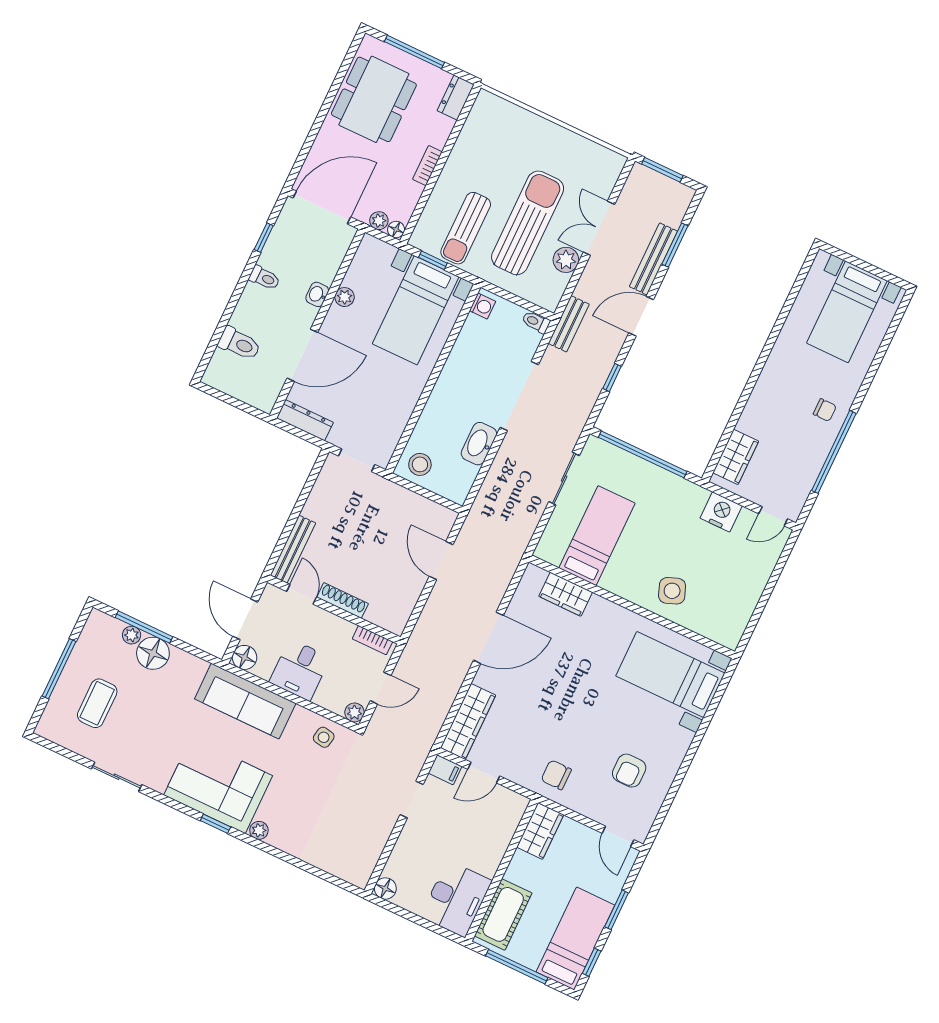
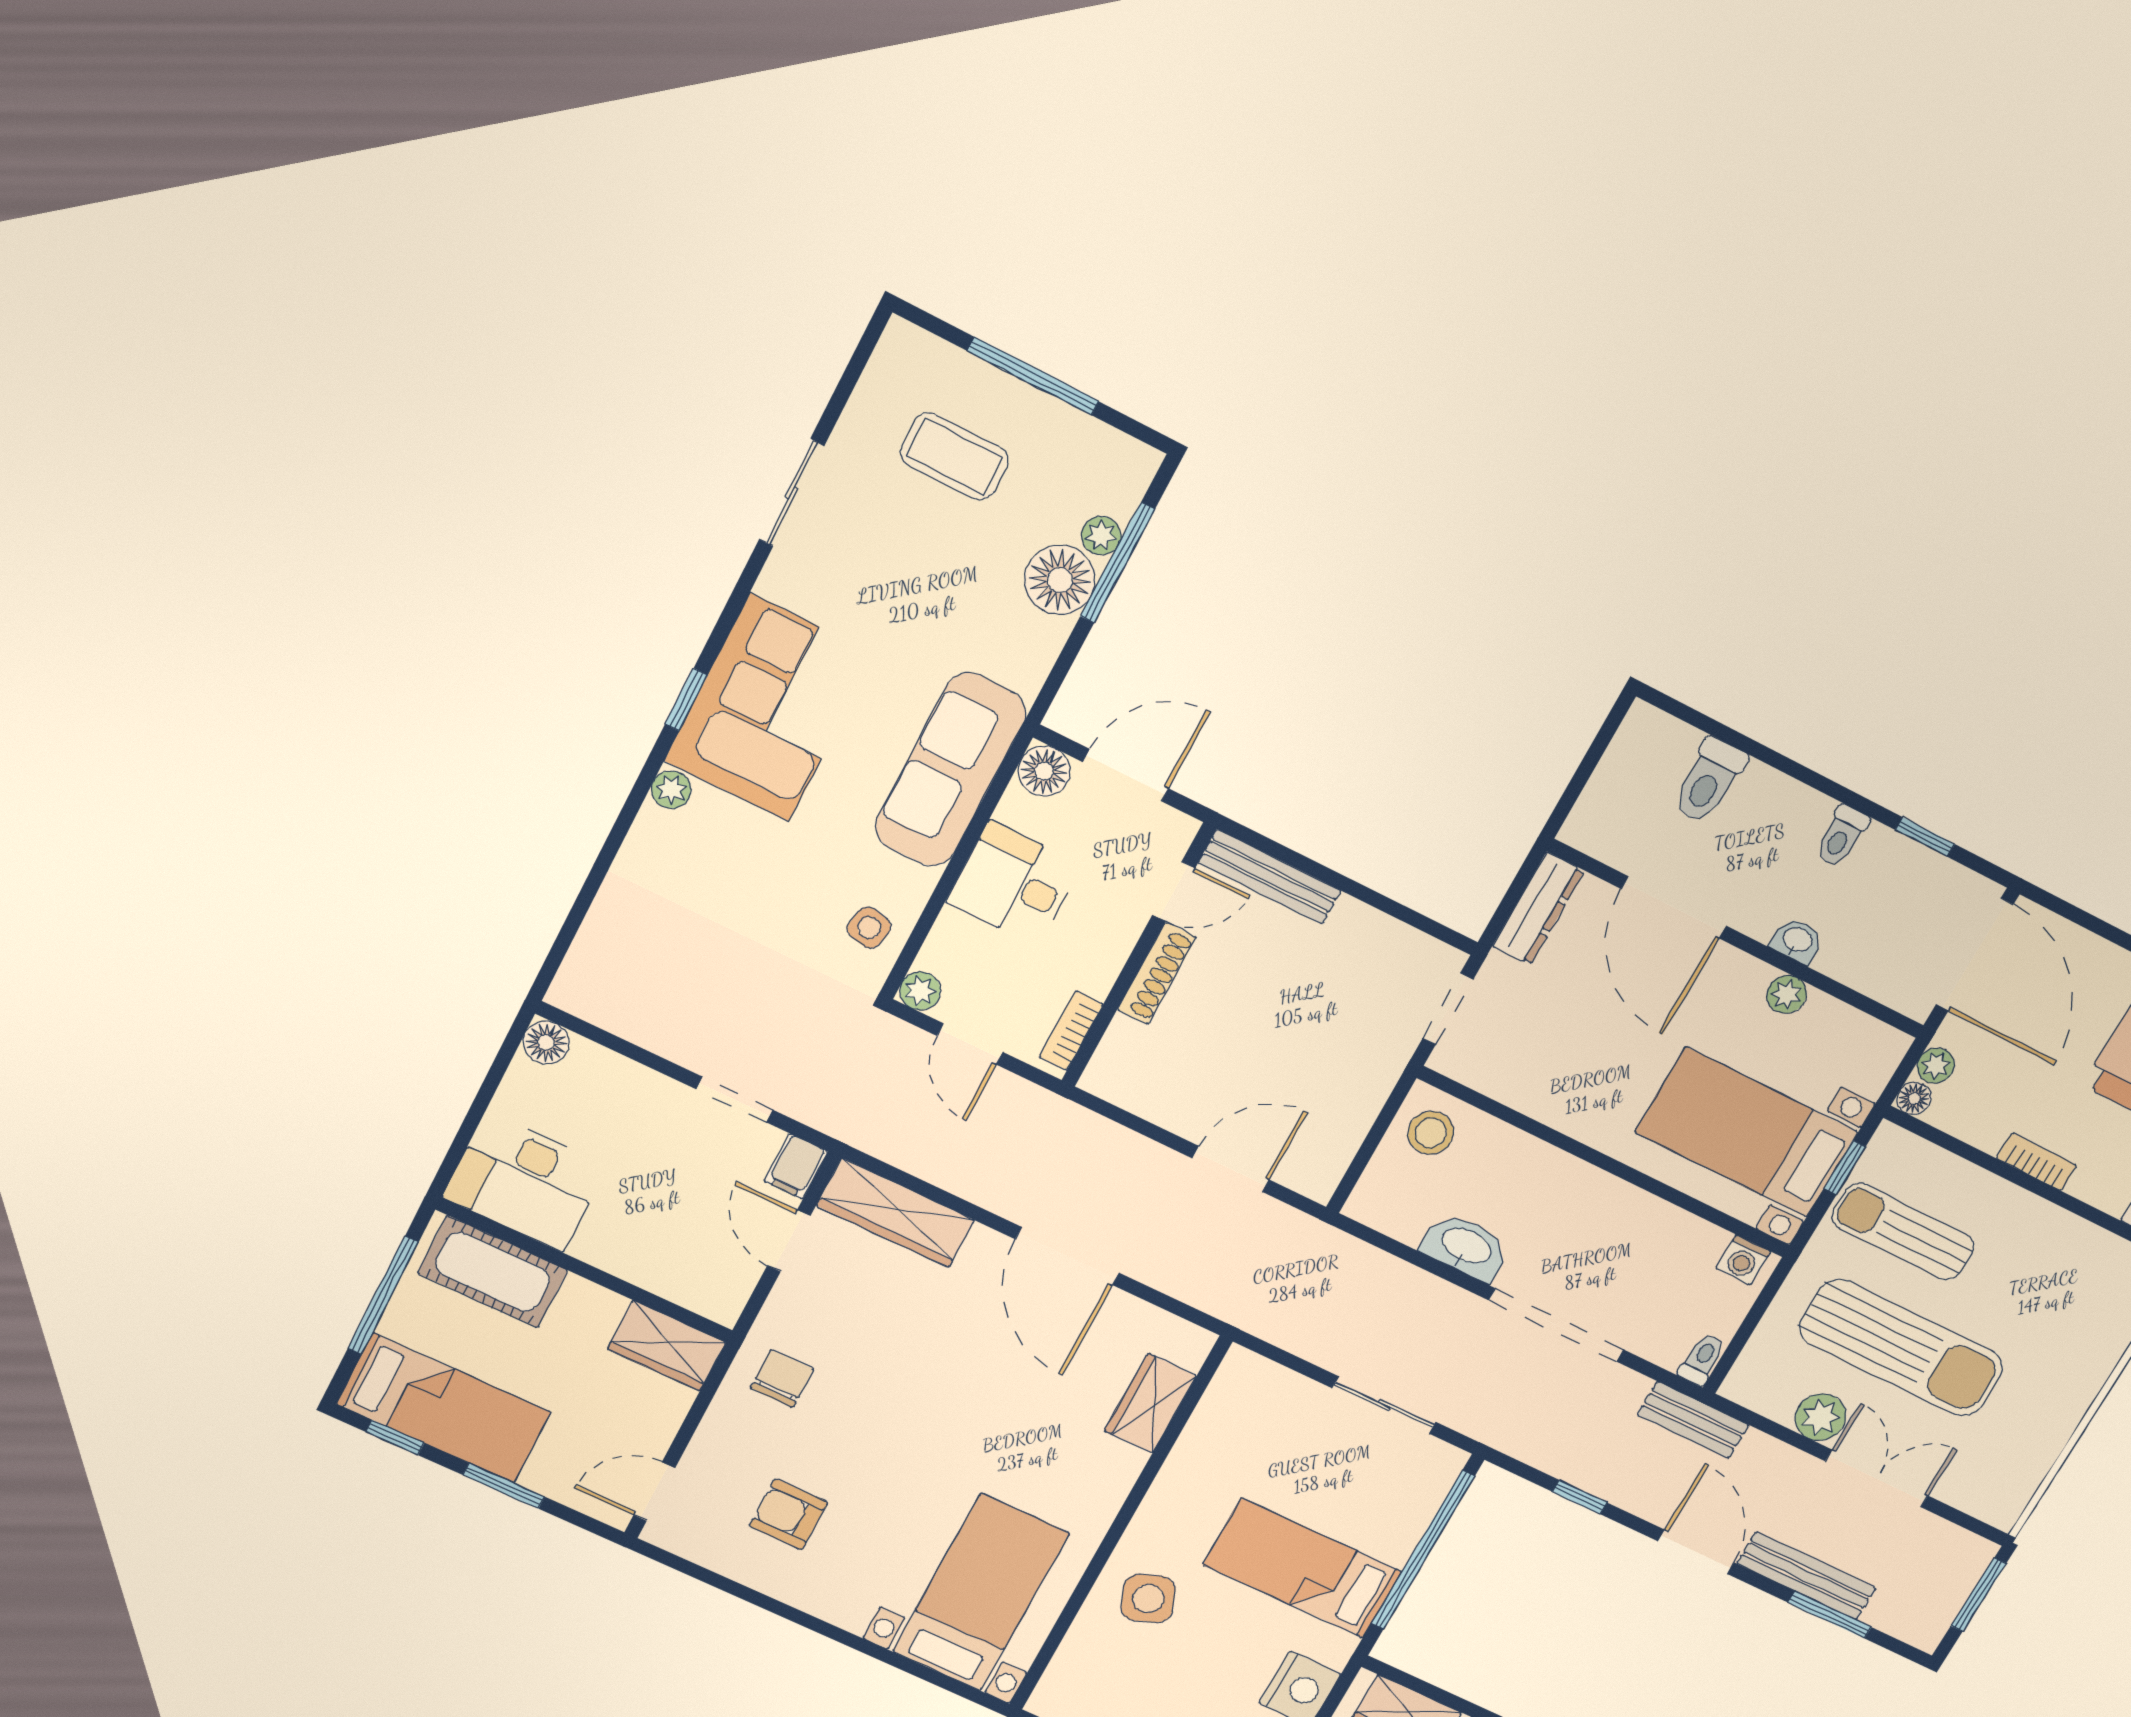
bed: (597, 536) -> (1302, 1568), moved, turned 180

